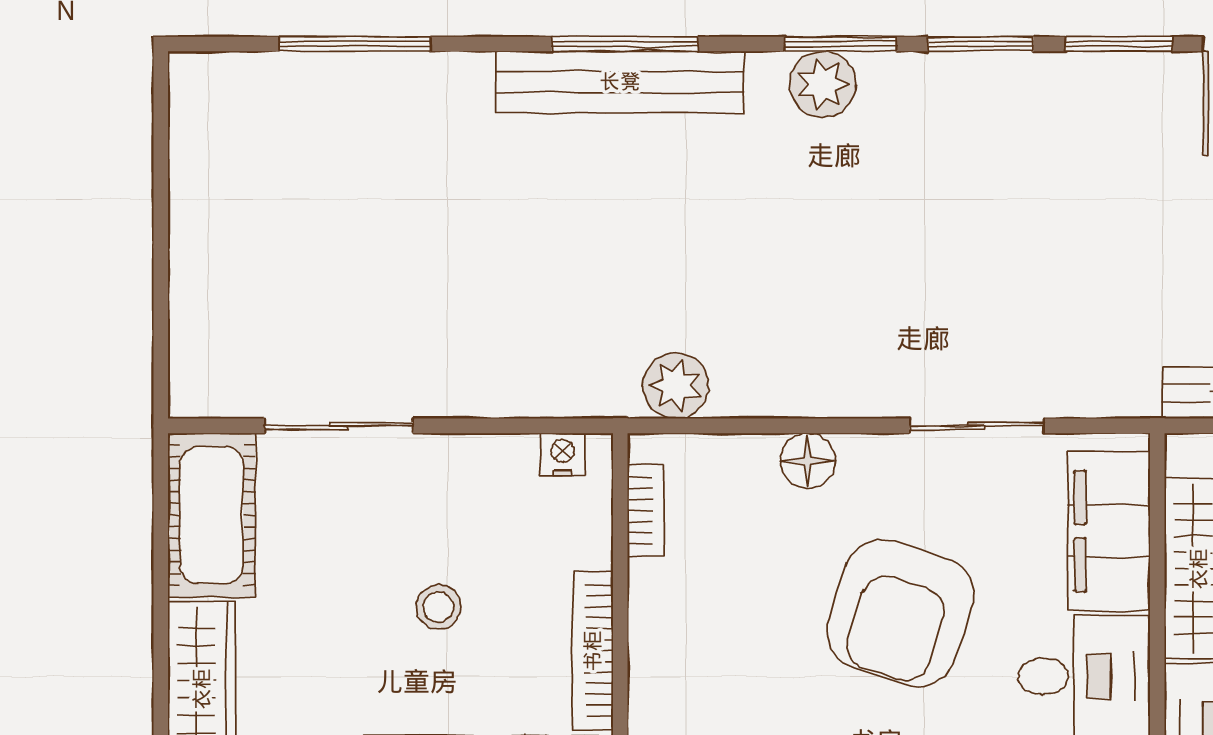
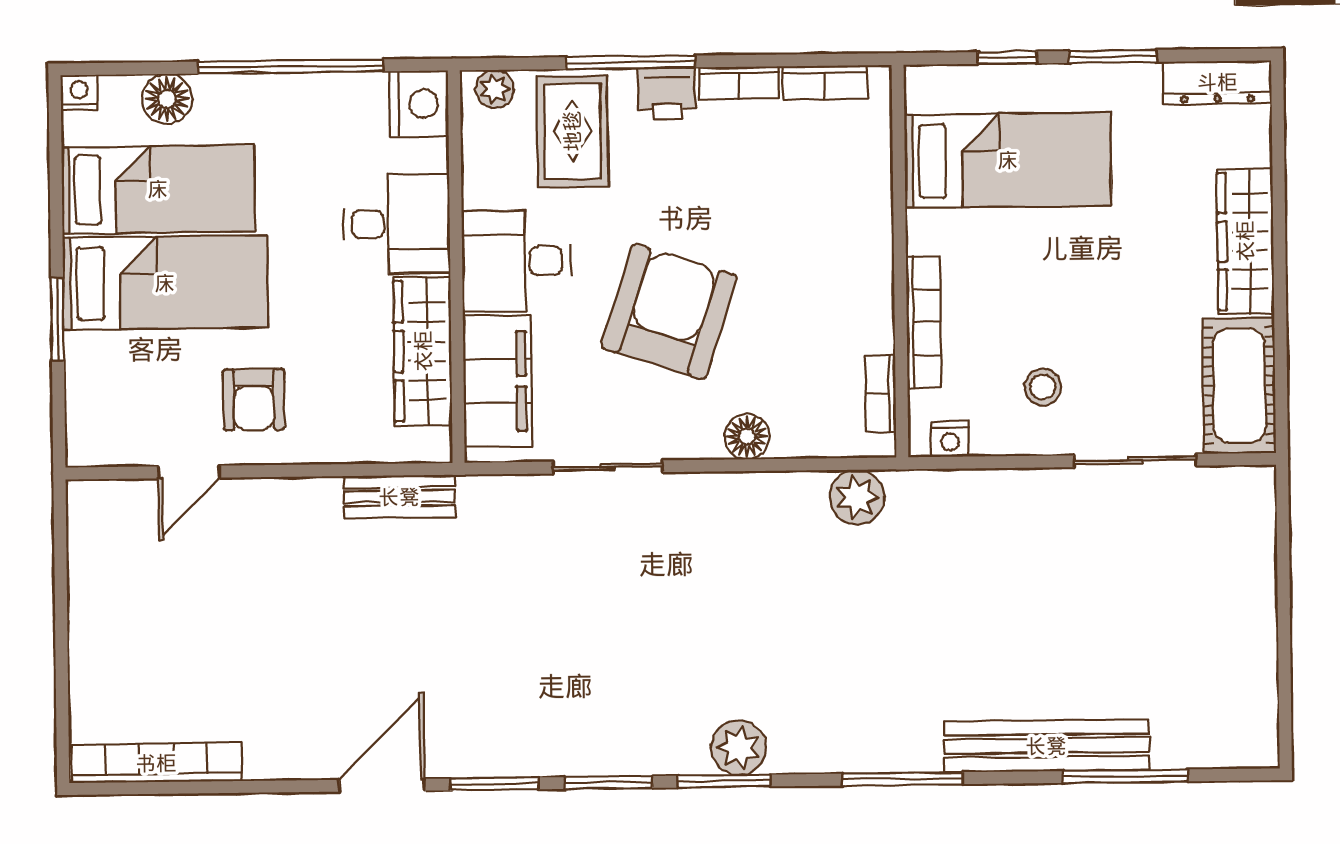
bench: (620, 82) -> (1046, 746), moved
stool: (438, 607) -> (1043, 387), moved
bookcase: (593, 651) -> (923, 322), moved

